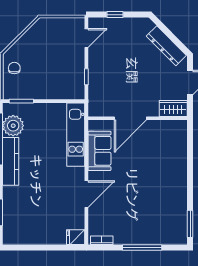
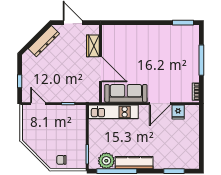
wardrobe: (173, 108) -> (93, 46), moved
sofa: (100, 151) -> (126, 93), width x1.36
door: (86, 194) -> (160, 104), swing flipped
fridge: (76, 237) -> (178, 112), moved

